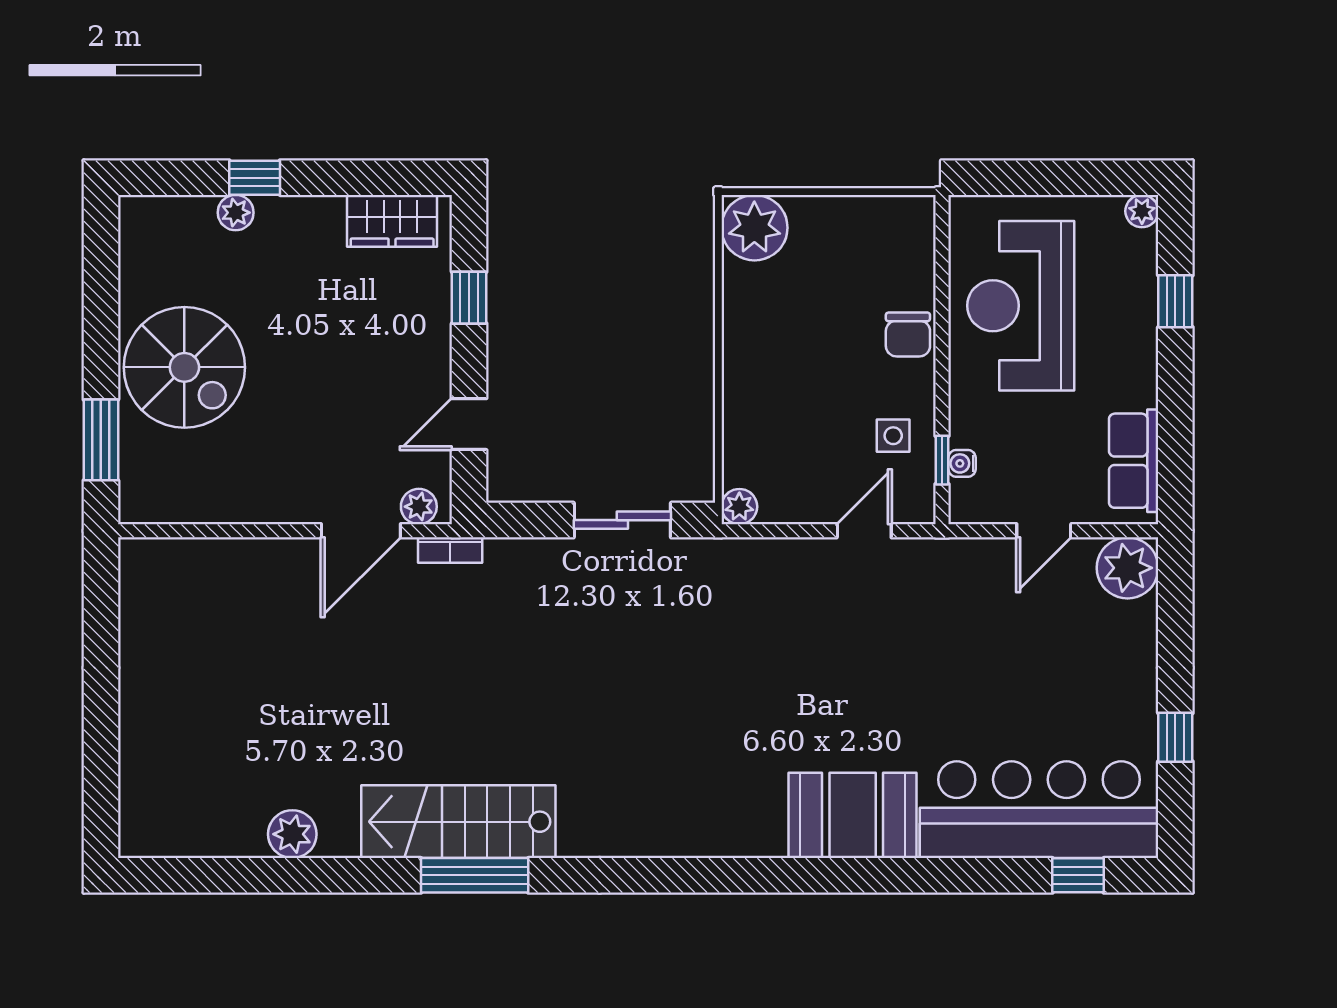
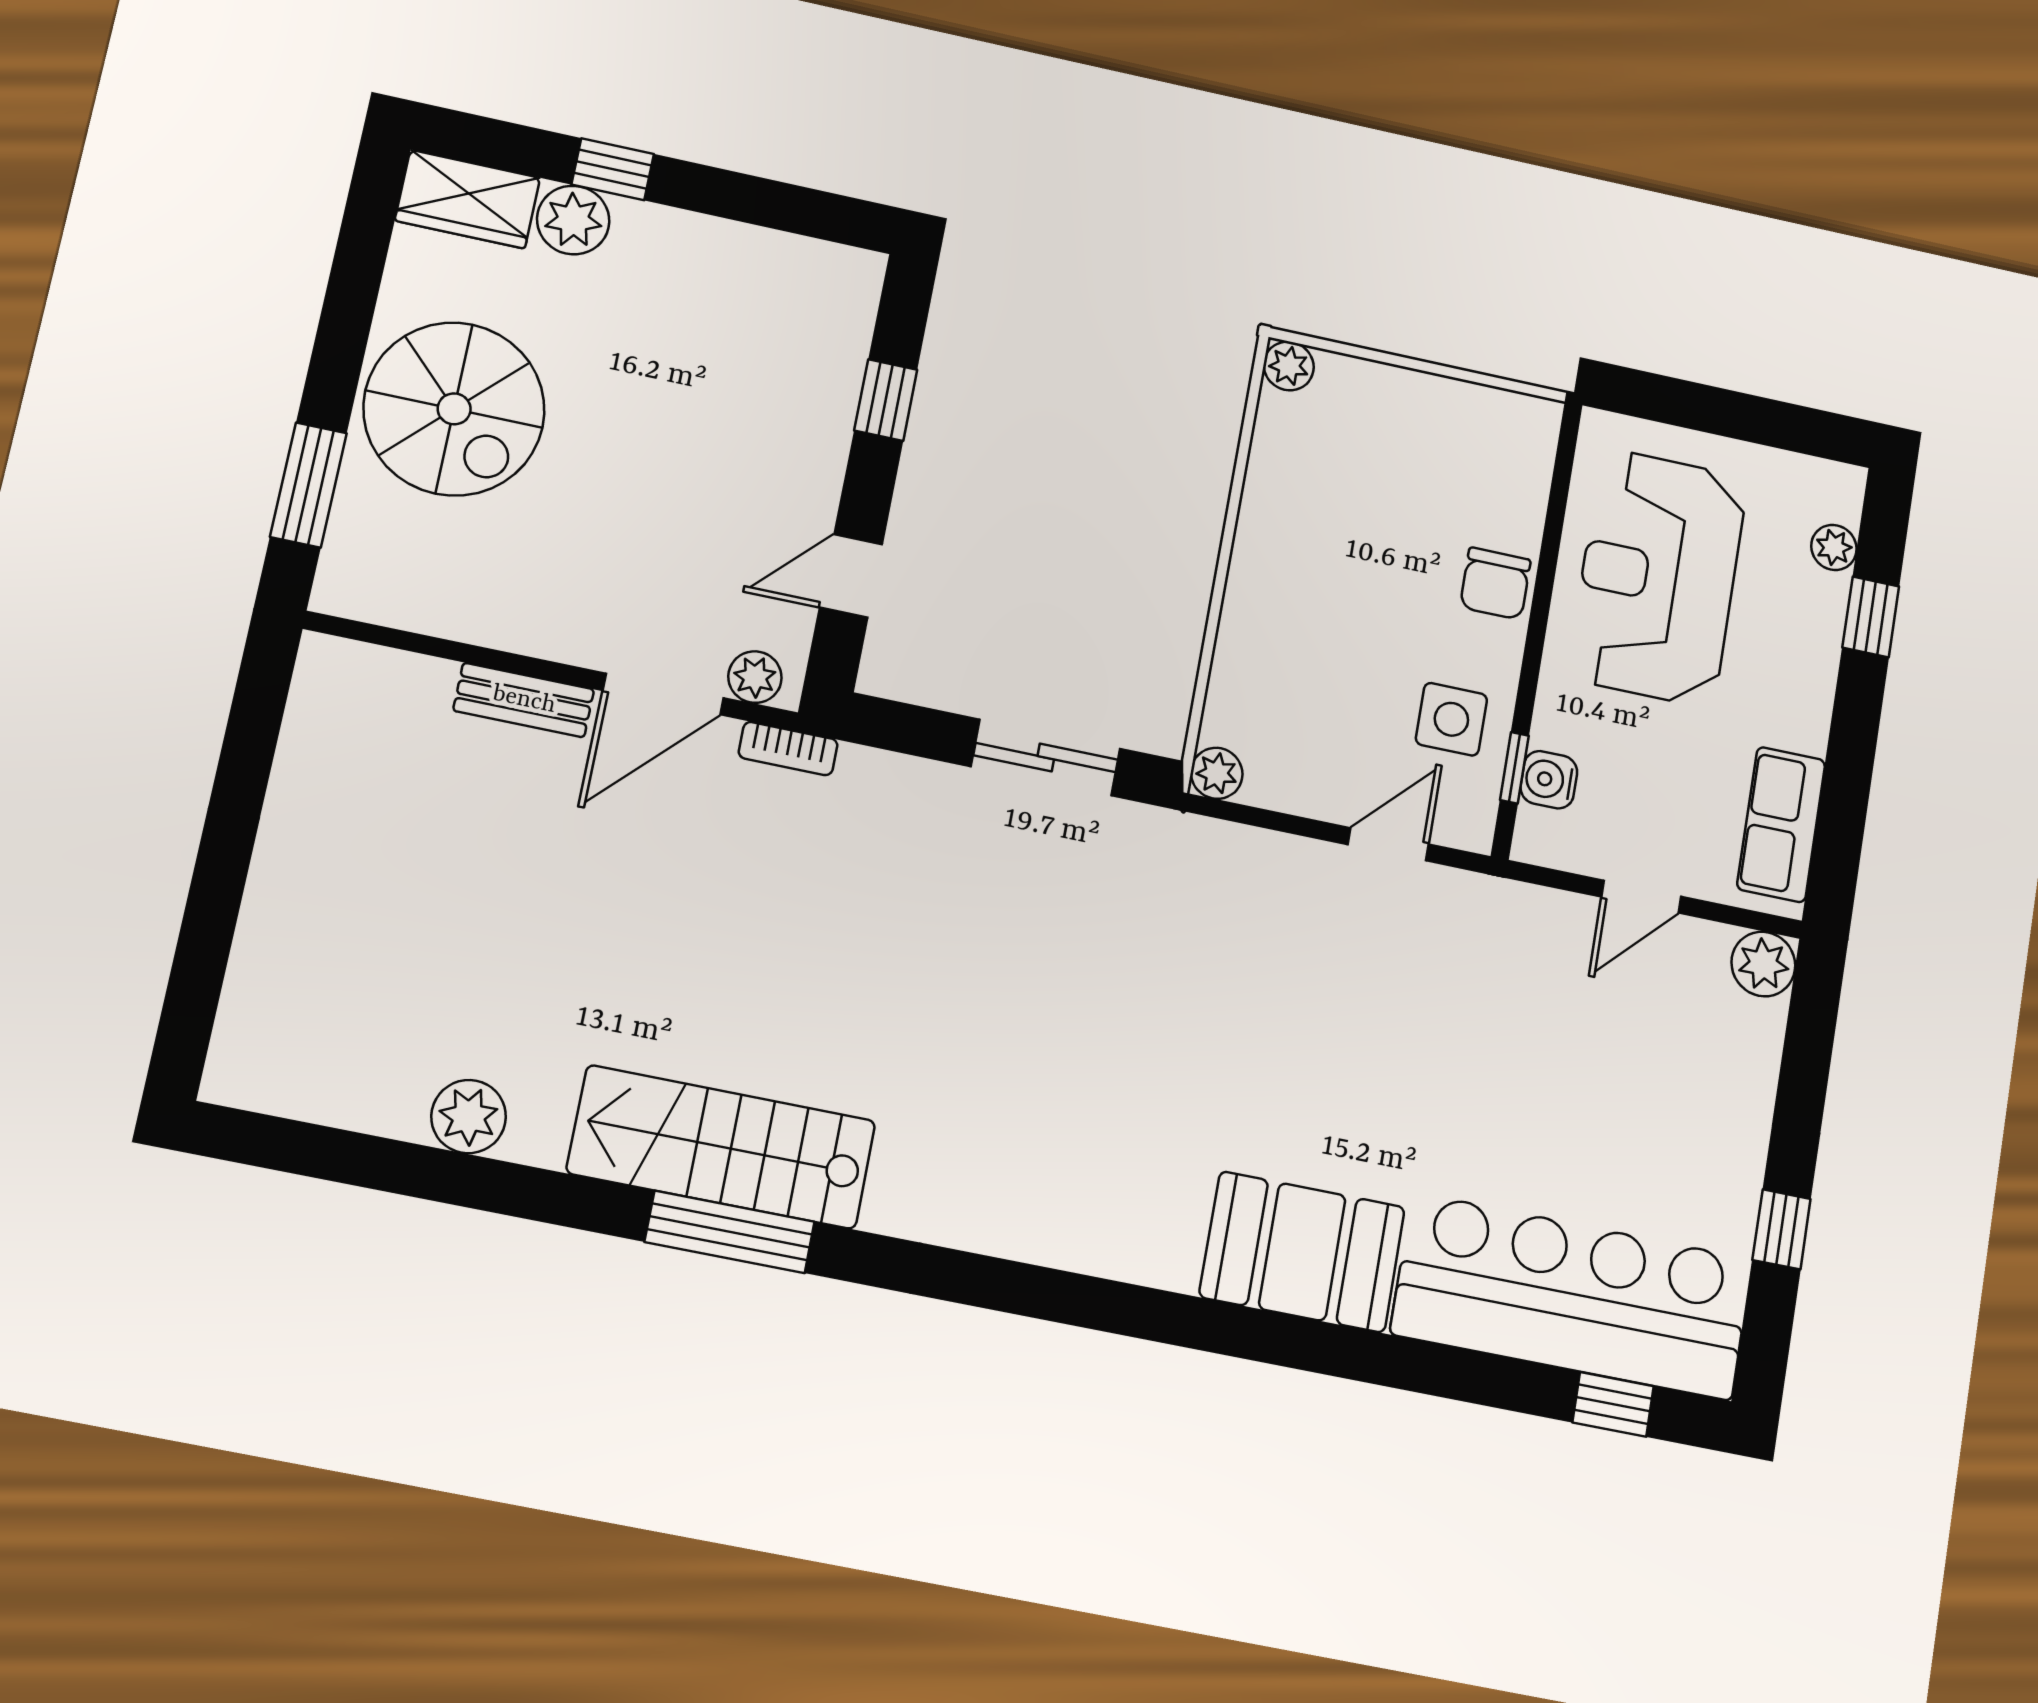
plant: (1142, 211) -> (1834, 547), moved
plant: (236, 213) -> (573, 220), width x1.38, depth x1.38
wardrobe: (392, 221) -> (468, 199), moved
plant: (754, 228) -> (1289, 366), width x0.53, depth x0.53
side table: (893, 436) -> (1451, 719), width x1.37, depth x1.37
water cooler: (962, 463) -> (1549, 780), width x1.38, depth x1.38
bench: (271, 554) -> (524, 700), added
plant: (1128, 568) -> (1763, 964), width x0.73, depth x0.73

